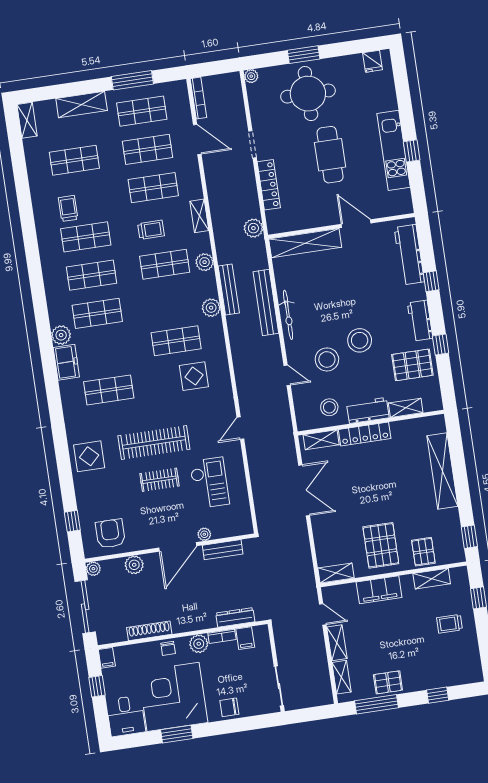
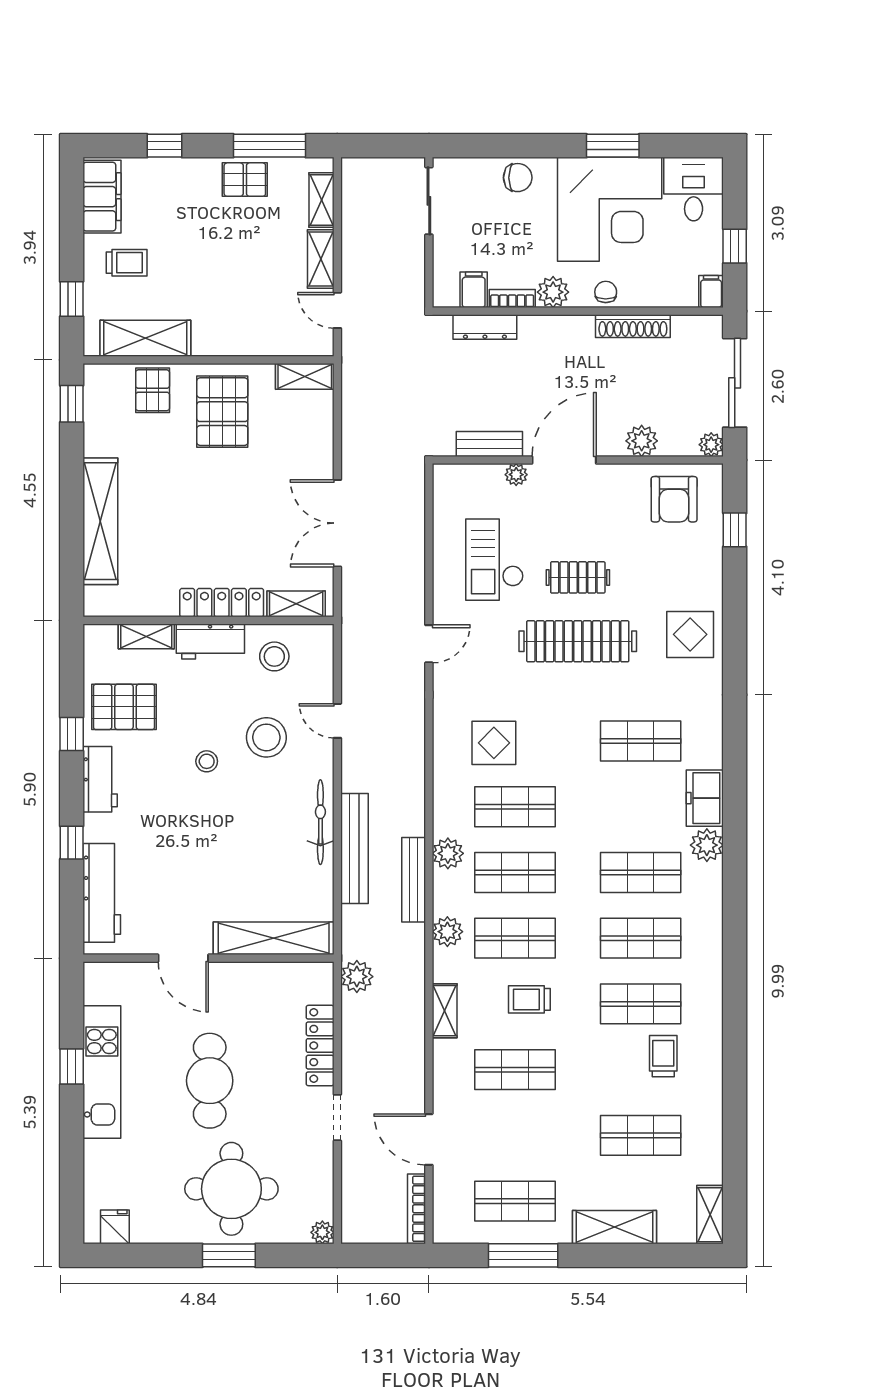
shop shelf: (147, 149) -> (515, 872), moved
trolley: (68, 208) -> (663, 1056), turned 180
stool: (360, 340) -> (207, 761), width x0.53, depth x0.53
shelving: (432, 579) -> (145, 338), width x1.50, depth x1.33
filing cabinet: (379, 590) -> (102, 197), moved, turned 90

